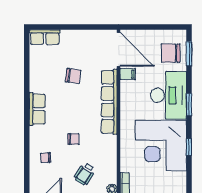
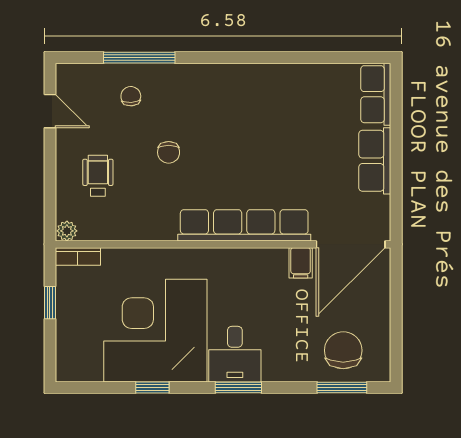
chair: (73, 76) -> (297, 152), removed
desk: (169, 95) -> (235, 354), width x0.53, depth x0.77
row of seats: (37, 109) -> (375, 161), moved, turned 90
window: (27, 153) -> (139, 58), added
wheelchair: (85, 174) -> (98, 176), turned 58

